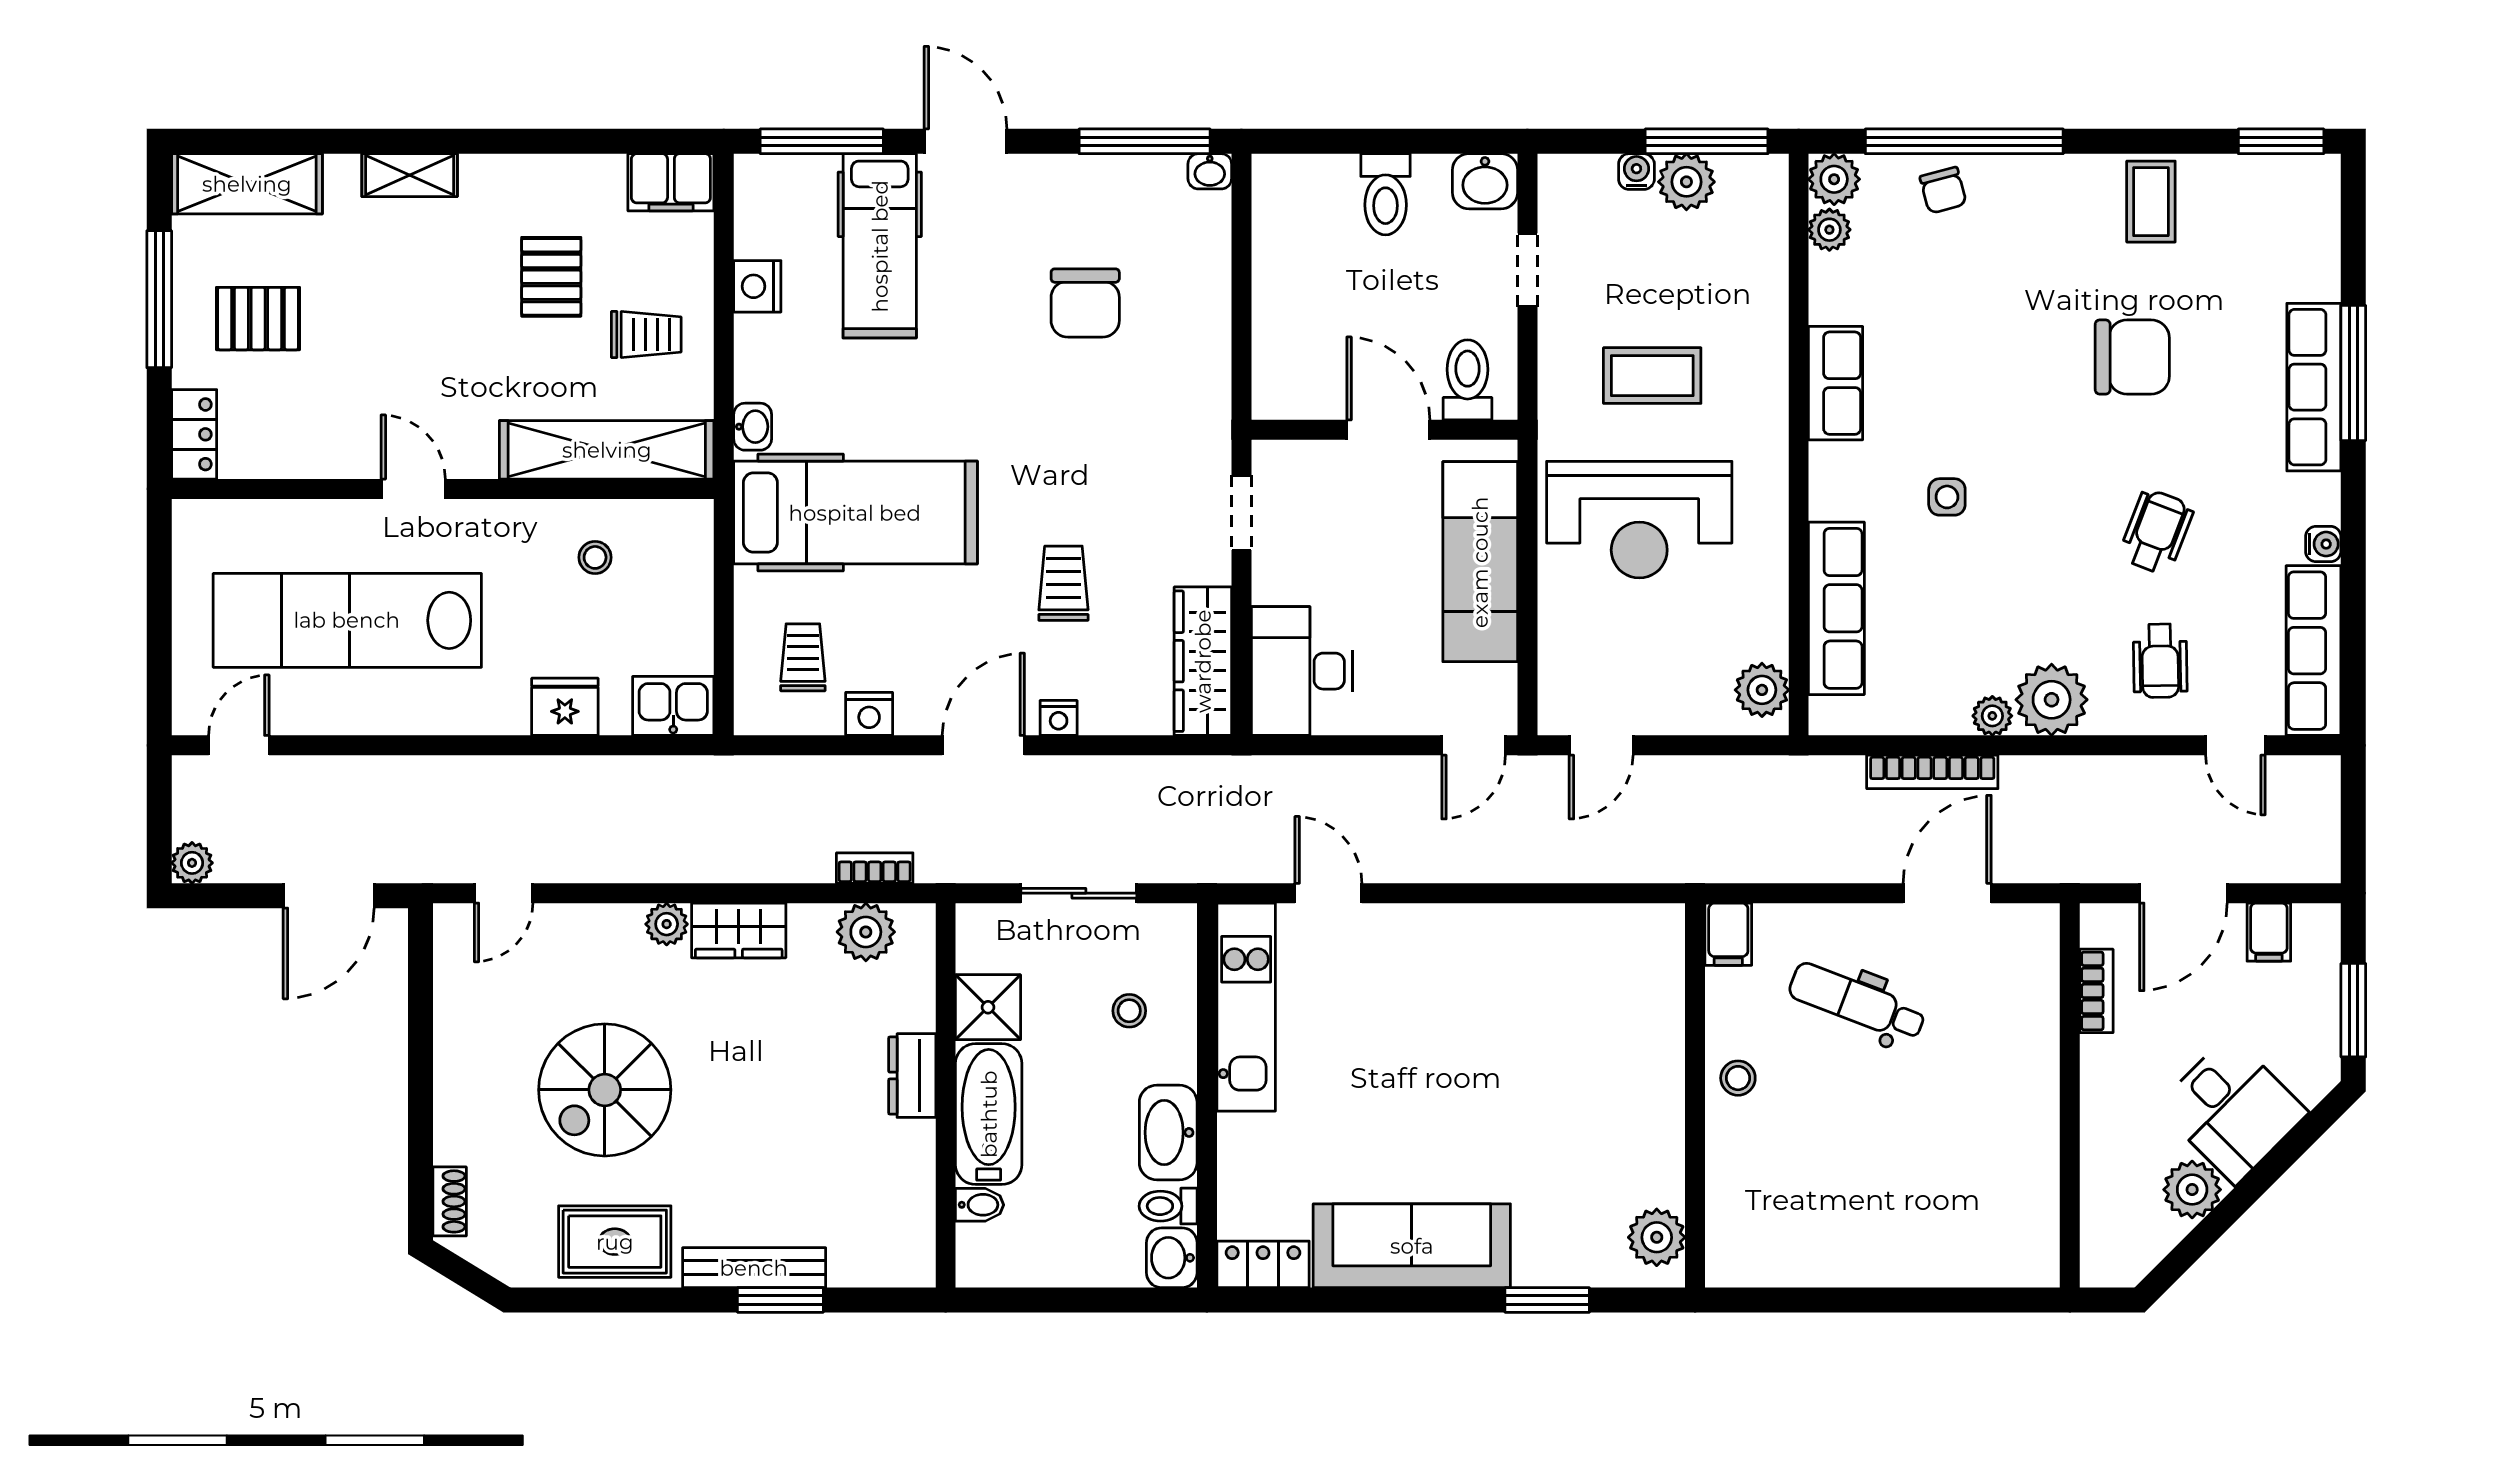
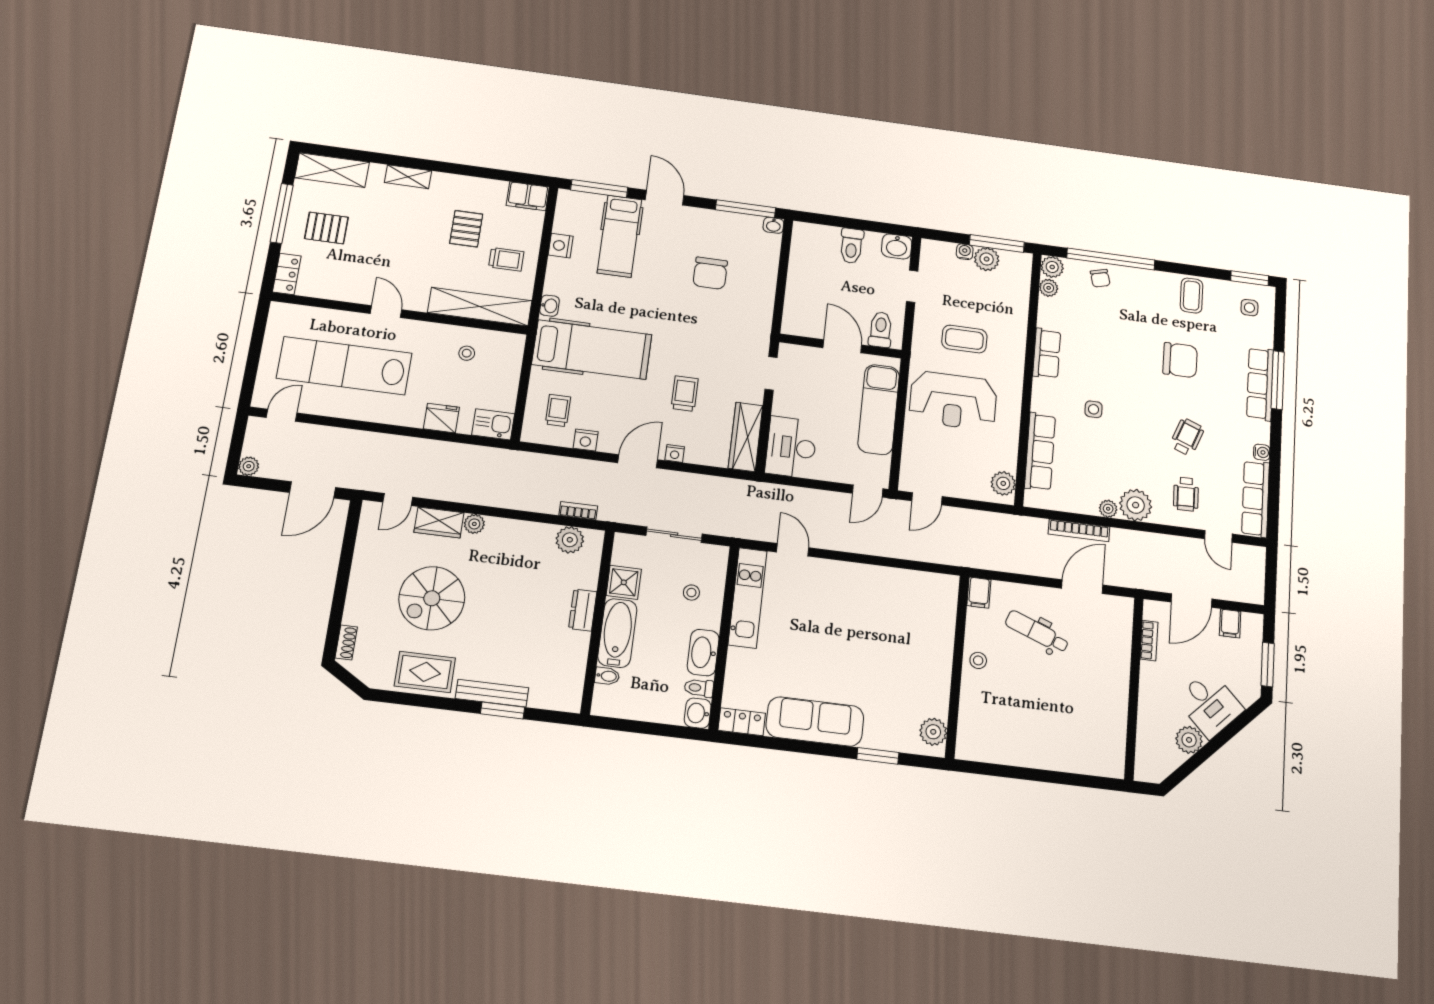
side table: (2283, 211) -> (1249, 308), added
wardrobe: (739, 930) -> (439, 522), moved

